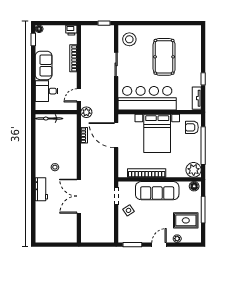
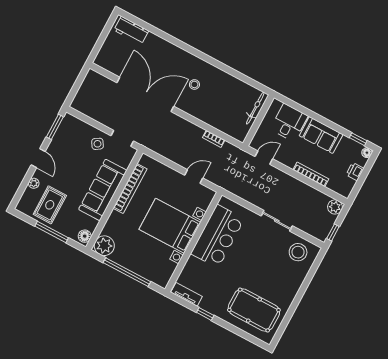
printer: (71, 30) -> (355, 172), moved
pool table: (164, 57) -> (254, 310), moved
door: (79, 95) -> (264, 158), hinge flipped
bar counter: (147, 98) -> (218, 236), width x0.73
plant: (86, 112) -> (335, 207), moved
armchair: (192, 127) -> (155, 270), removed
door: (116, 135) -> (194, 177), width x0.53
workbench: (41, 189) -> (131, 30), moved
double door: (79, 196) -> (145, 94), width x1.36

